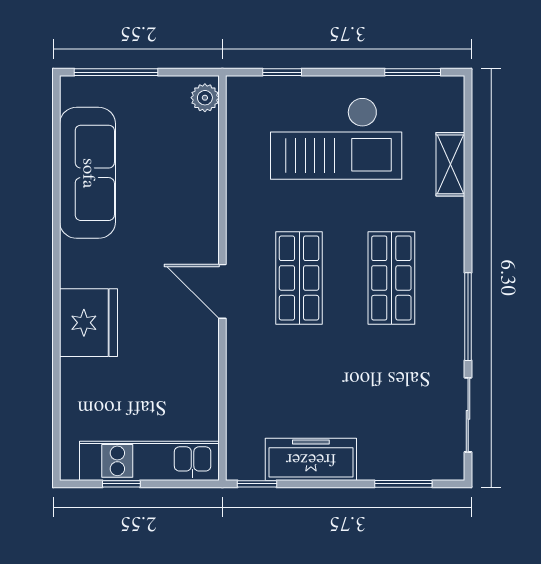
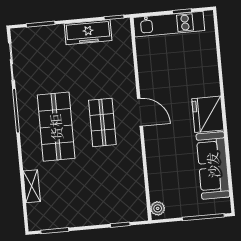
checkout: (336, 138) -> (90, 194), removed
shop shelf: (391, 278) -> (56, 127), width x1.43, depth x1.36
fridge: (88, 323) -> (208, 114), moved

